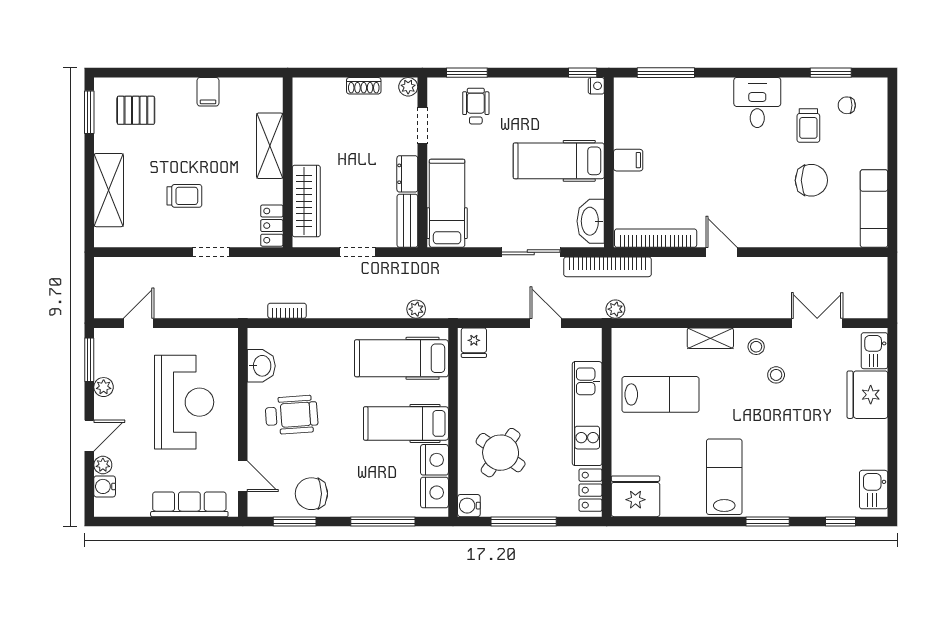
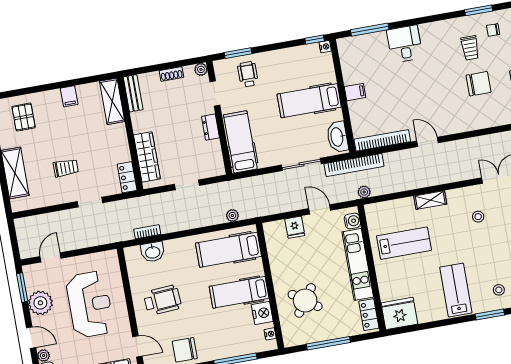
desk: (757, 103) -> (405, 44), moved
pallet: (136, 110) -> (24, 117), turned 90
shelving: (270, 146) -> (112, 101), moved
bench: (407, 221) -> (133, 93), moved
fridge: (474, 343) -> (295, 227), moved
stool: (756, 347) -> (499, 290), moved
washbasin: (261, 366) -> (153, 252), moved, turned 90
plant: (104, 387) -> (40, 303), width x1.88, depth x1.88
door: (89, 436) -> (31, 338), hinge flipped
nightstand: (434, 493) -> (270, 334), width x0.53, depth x0.56
water cooler: (469, 506) -> (352, 221), moved, turned 180

